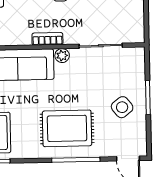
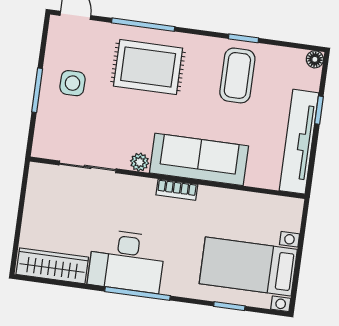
bookcase: (47, 39) -> (177, 190), moved
side table: (122, 107) -> (73, 83), turned 38

